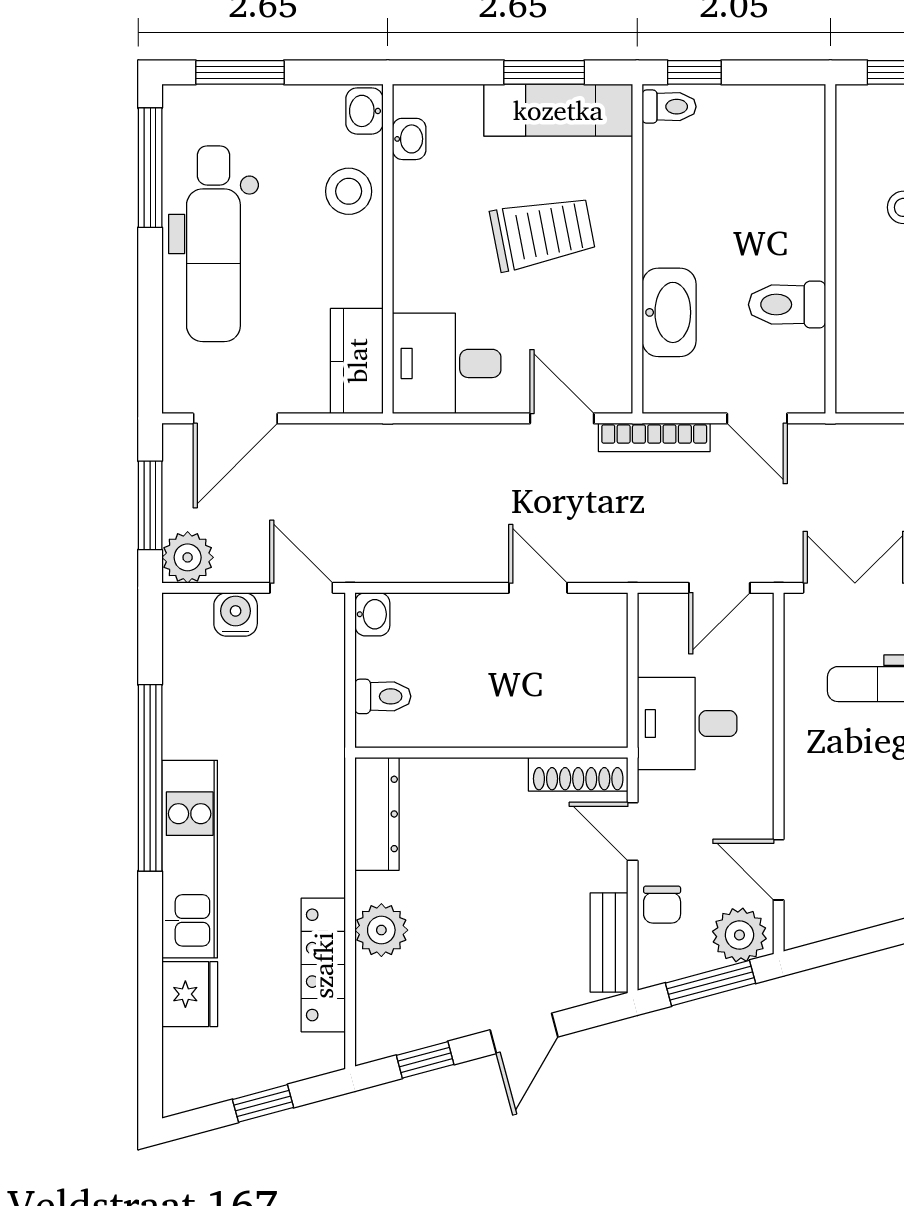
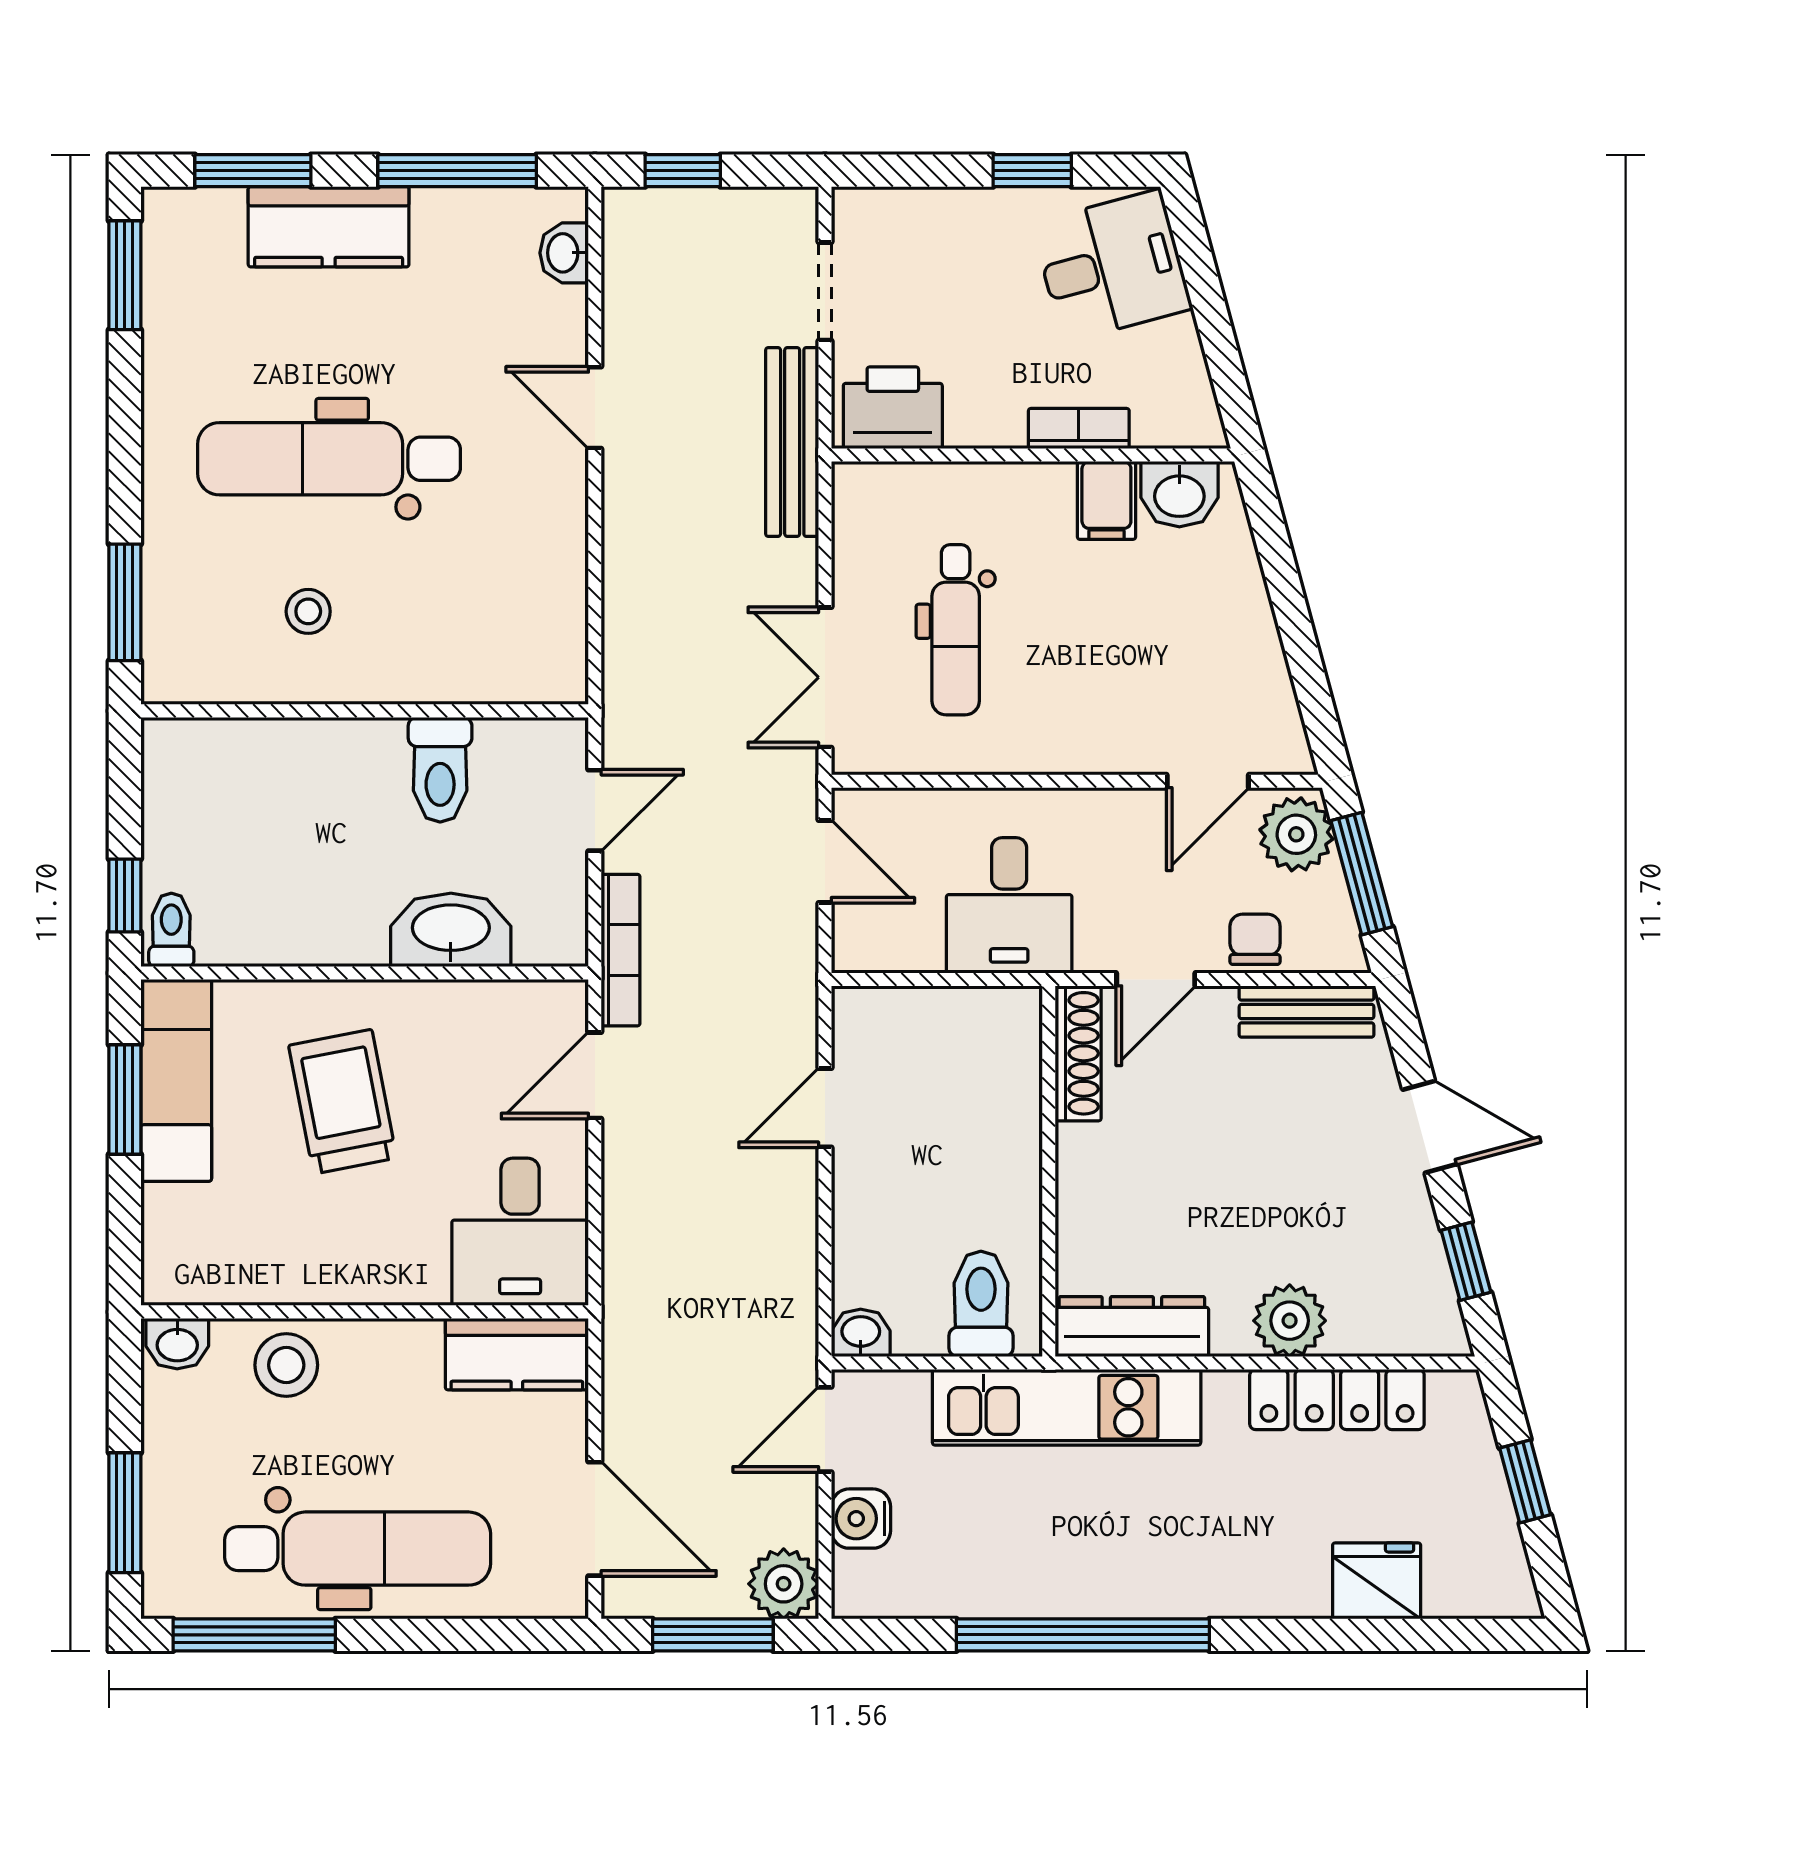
washbasin: (409, 139) -> (215, 1283), removed
toilet: (383, 696) -> (981, 1304), width x1.37, depth x1.39
kitchen unit: (190, 859) -> (1067, 1407), moved, turned 180
chair: (662, 905) -> (1255, 939), turned -90

